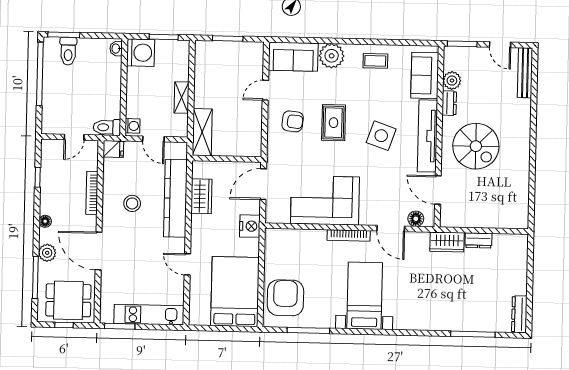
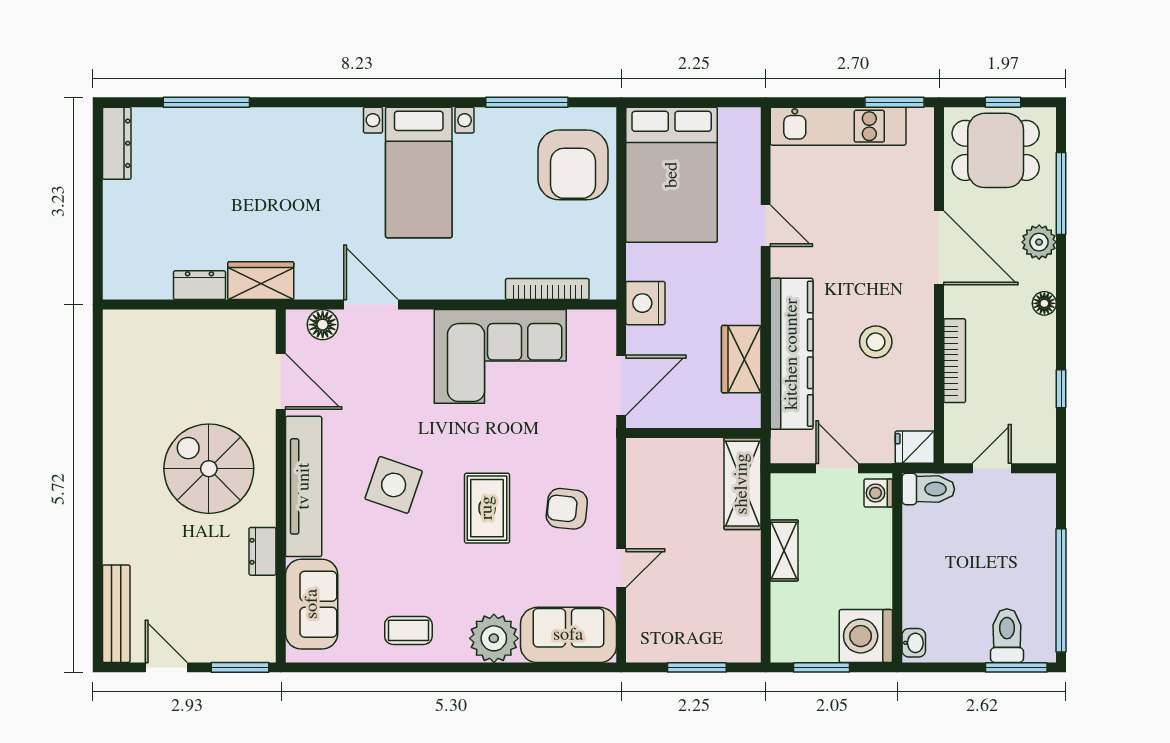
plant: (452, 81) -> (258, 595), removed
bookcase: (349, 235) -> (547, 289), moved

